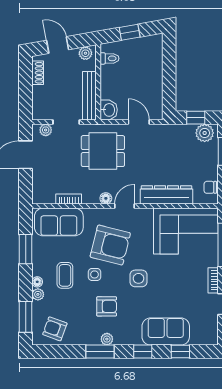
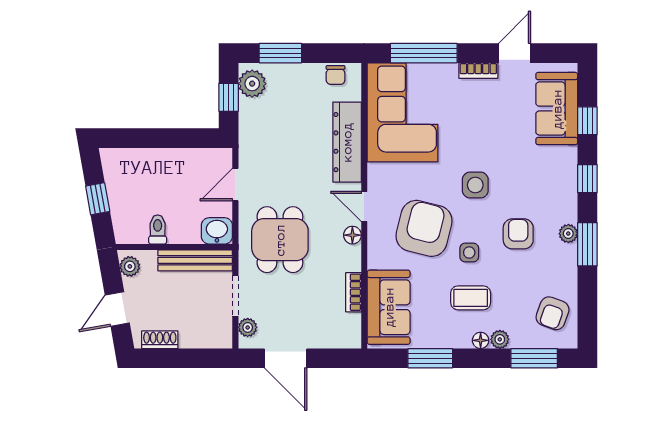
toilet: (110, 58) -> (158, 229), moved
sofa: (166, 332) -> (557, 109), moved

